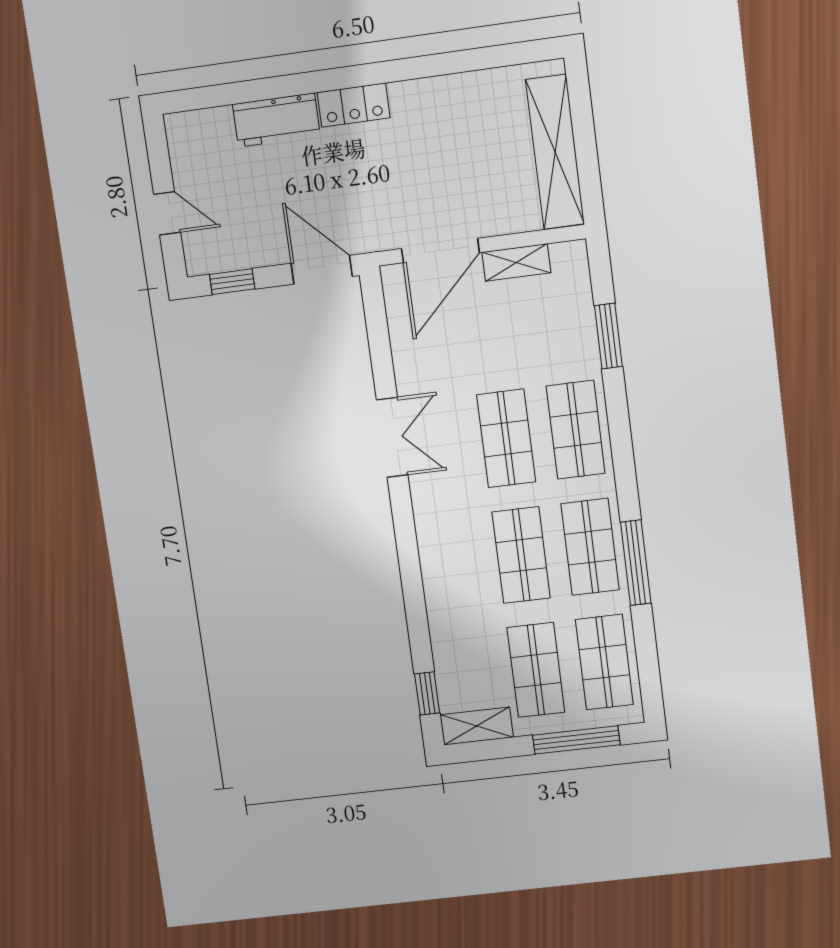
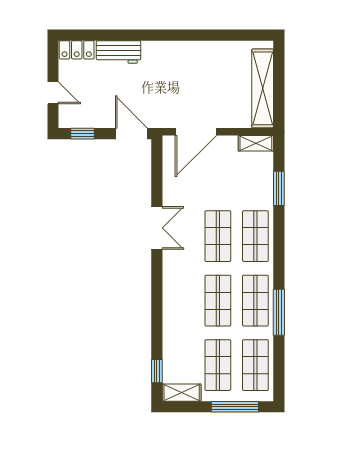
locker: (354, 105) -> (77, 50), moved
shelving: (516, 262) -> (256, 143), moved

